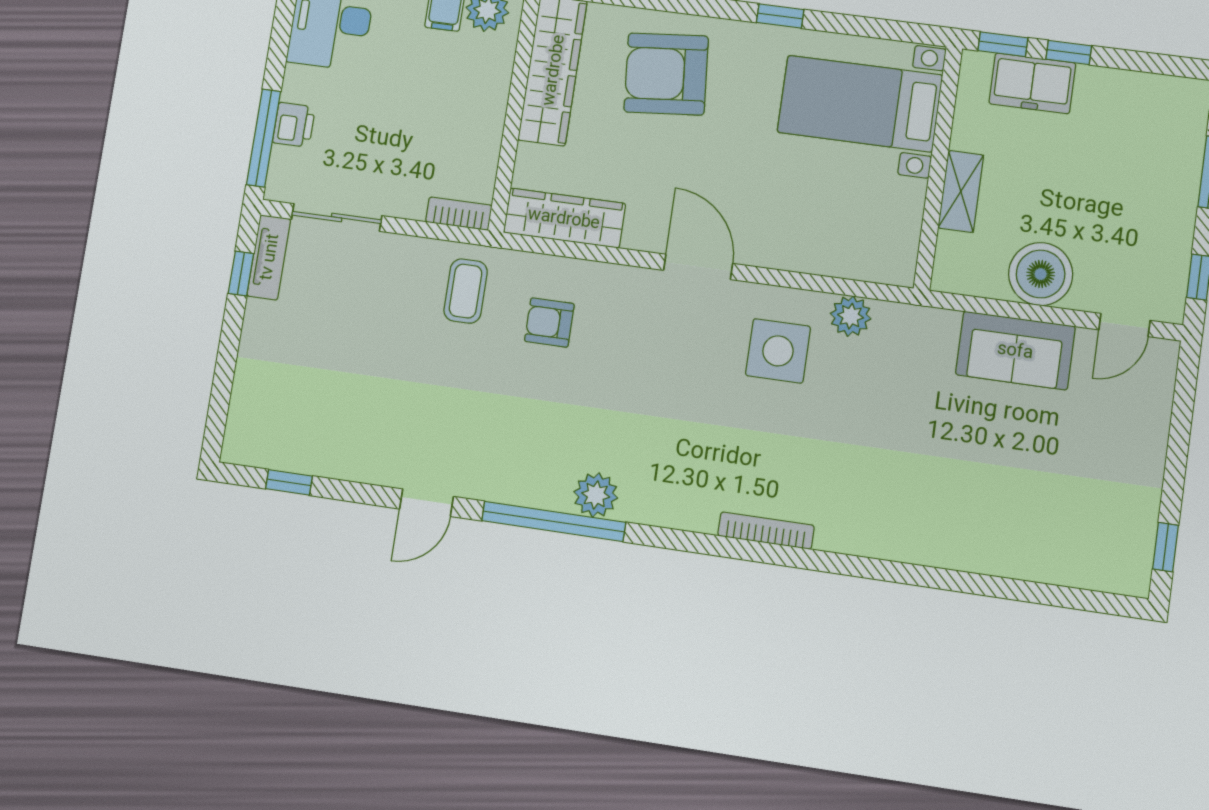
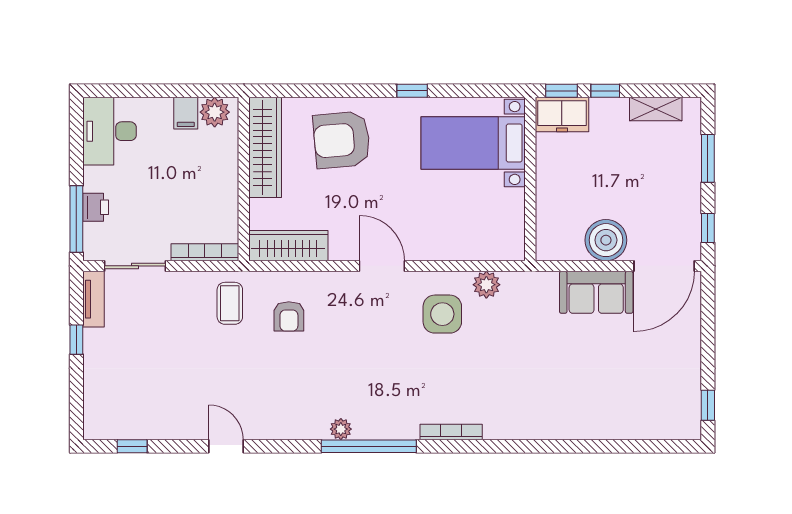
freezer: (1032, 83) -> (562, 115), moved
shelving: (961, 191) -> (656, 109), moved, turned 90
bookcase: (459, 214) -> (205, 252), width x1.56
window: (241, 273) -> (76, 340), moved
armchair: (549, 322) -> (289, 316), turned -90
door: (1124, 325) -> (664, 266), width x1.88
plant: (596, 495) -> (341, 429), width x0.73, depth x0.73
door: (427, 503) -> (226, 446), swing flipped
window: (554, 521) -> (369, 446), moved

